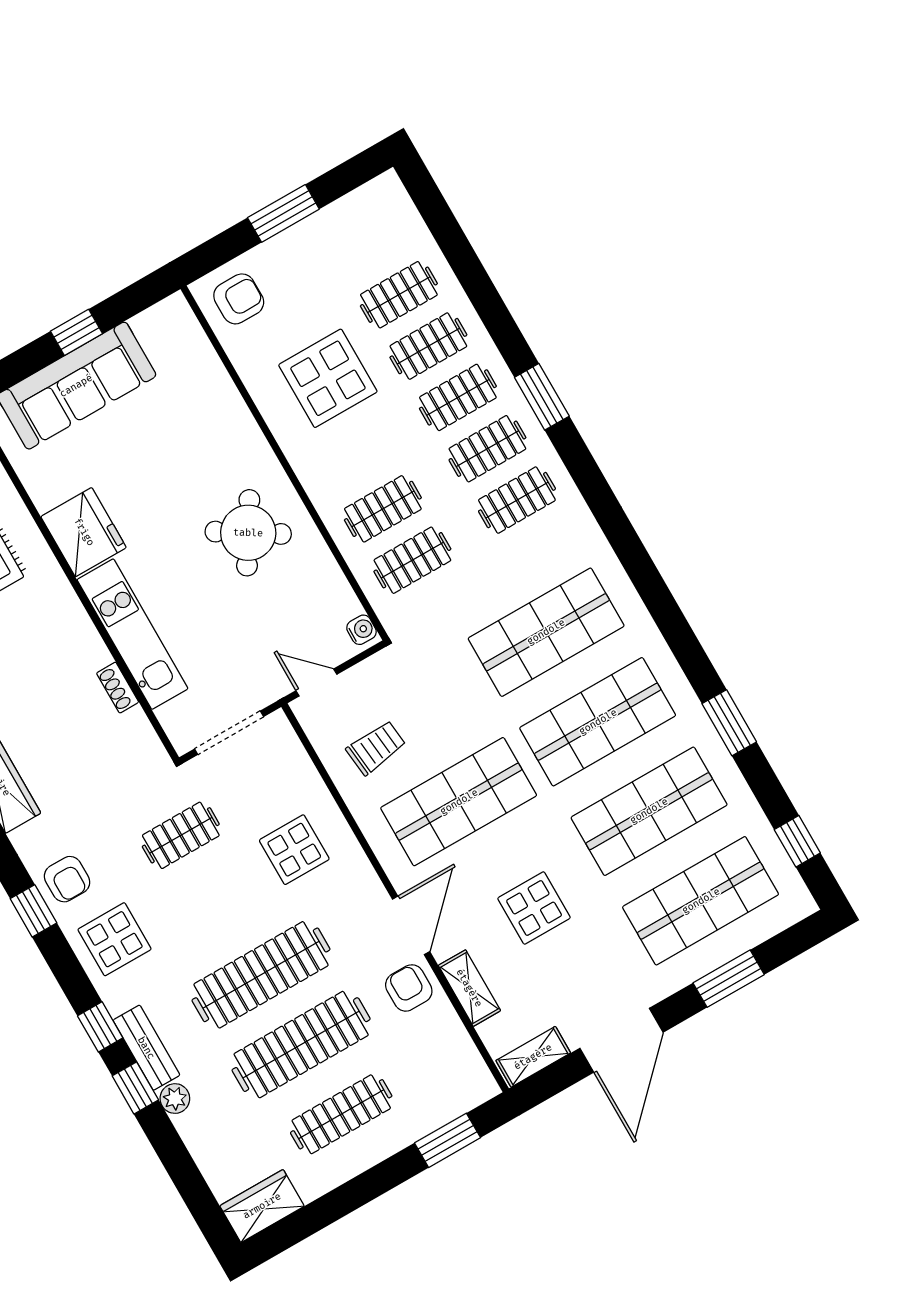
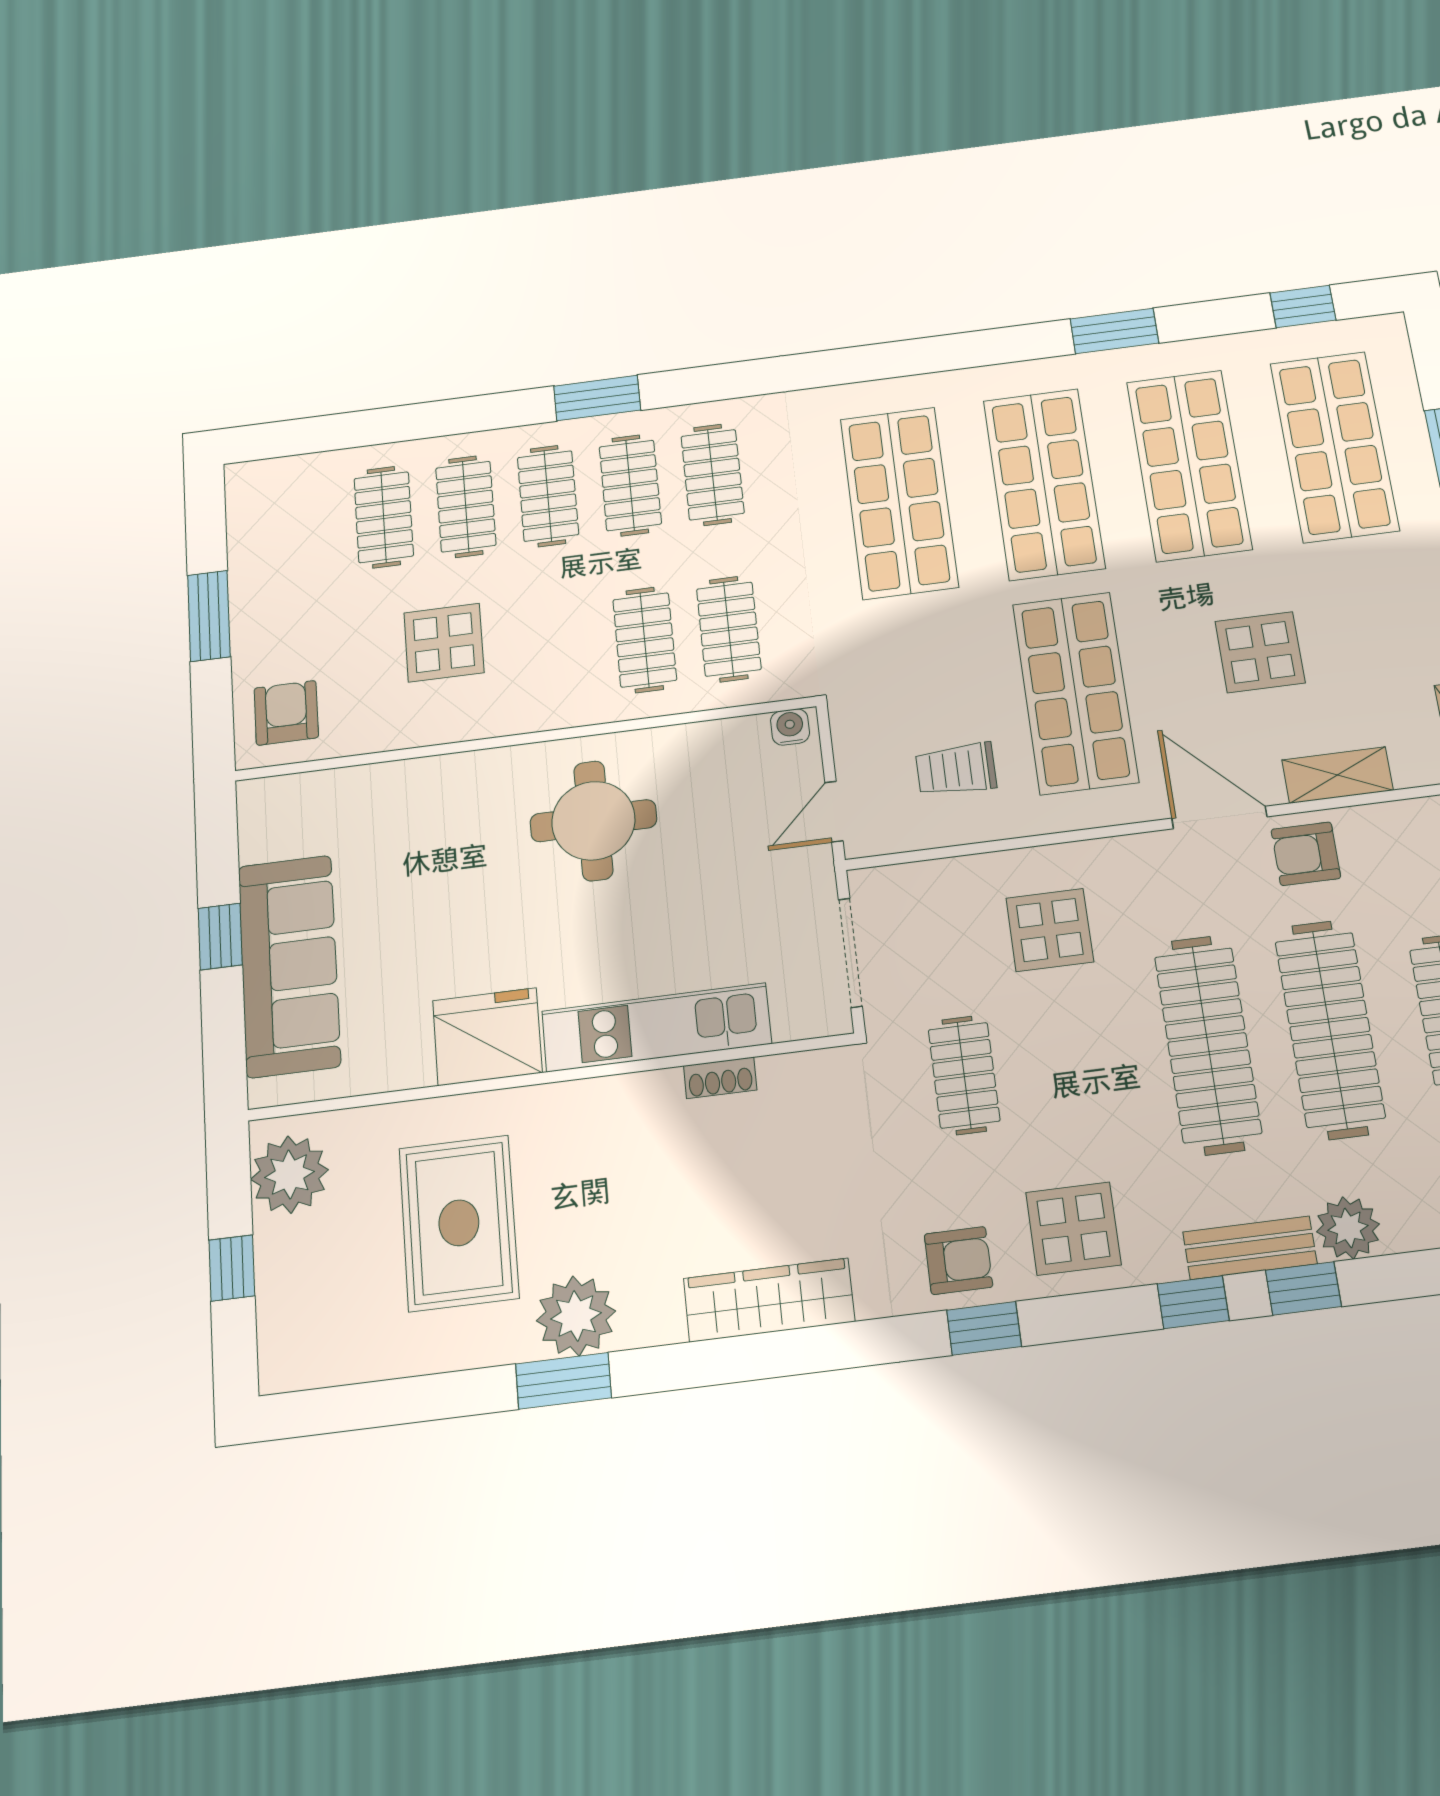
display table: (328, 378) -> (444, 643), width x0.73, depth x0.73
round table: (248, 533) -> (593, 821), turned -32
trolley: (376, 748) -> (956, 769), turned -84
plant: (175, 1099) -> (1348, 1228), width x1.38, depth x1.38

